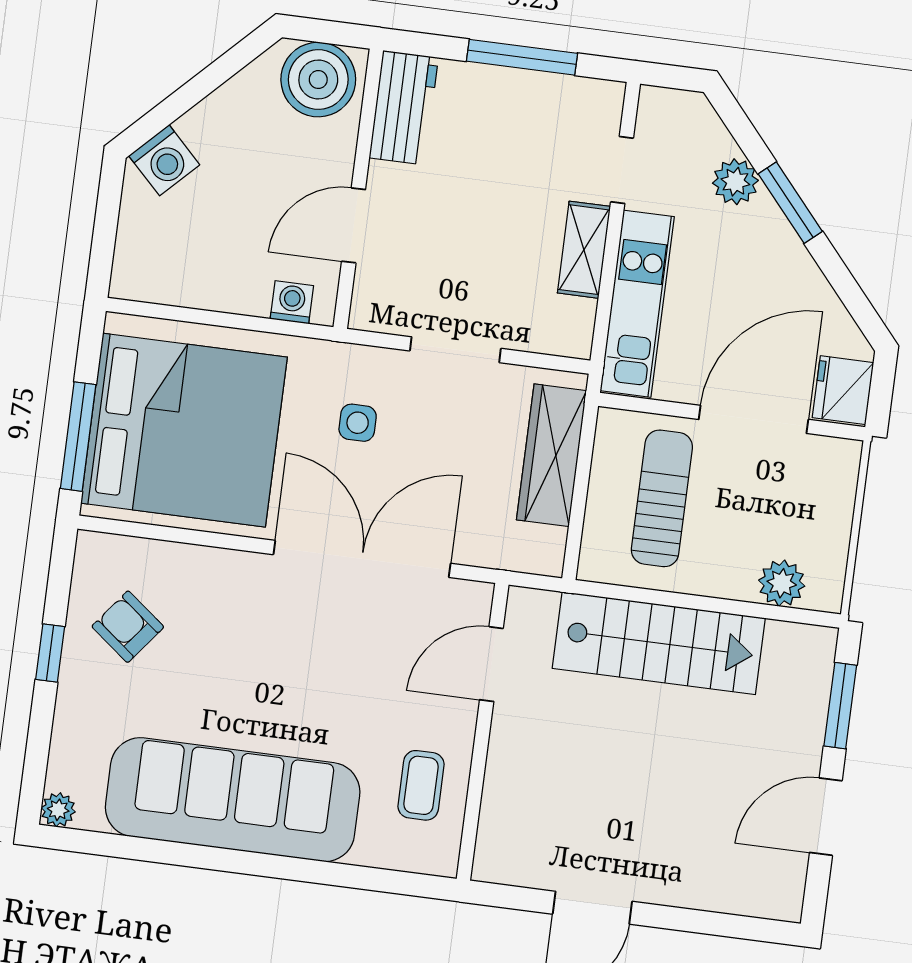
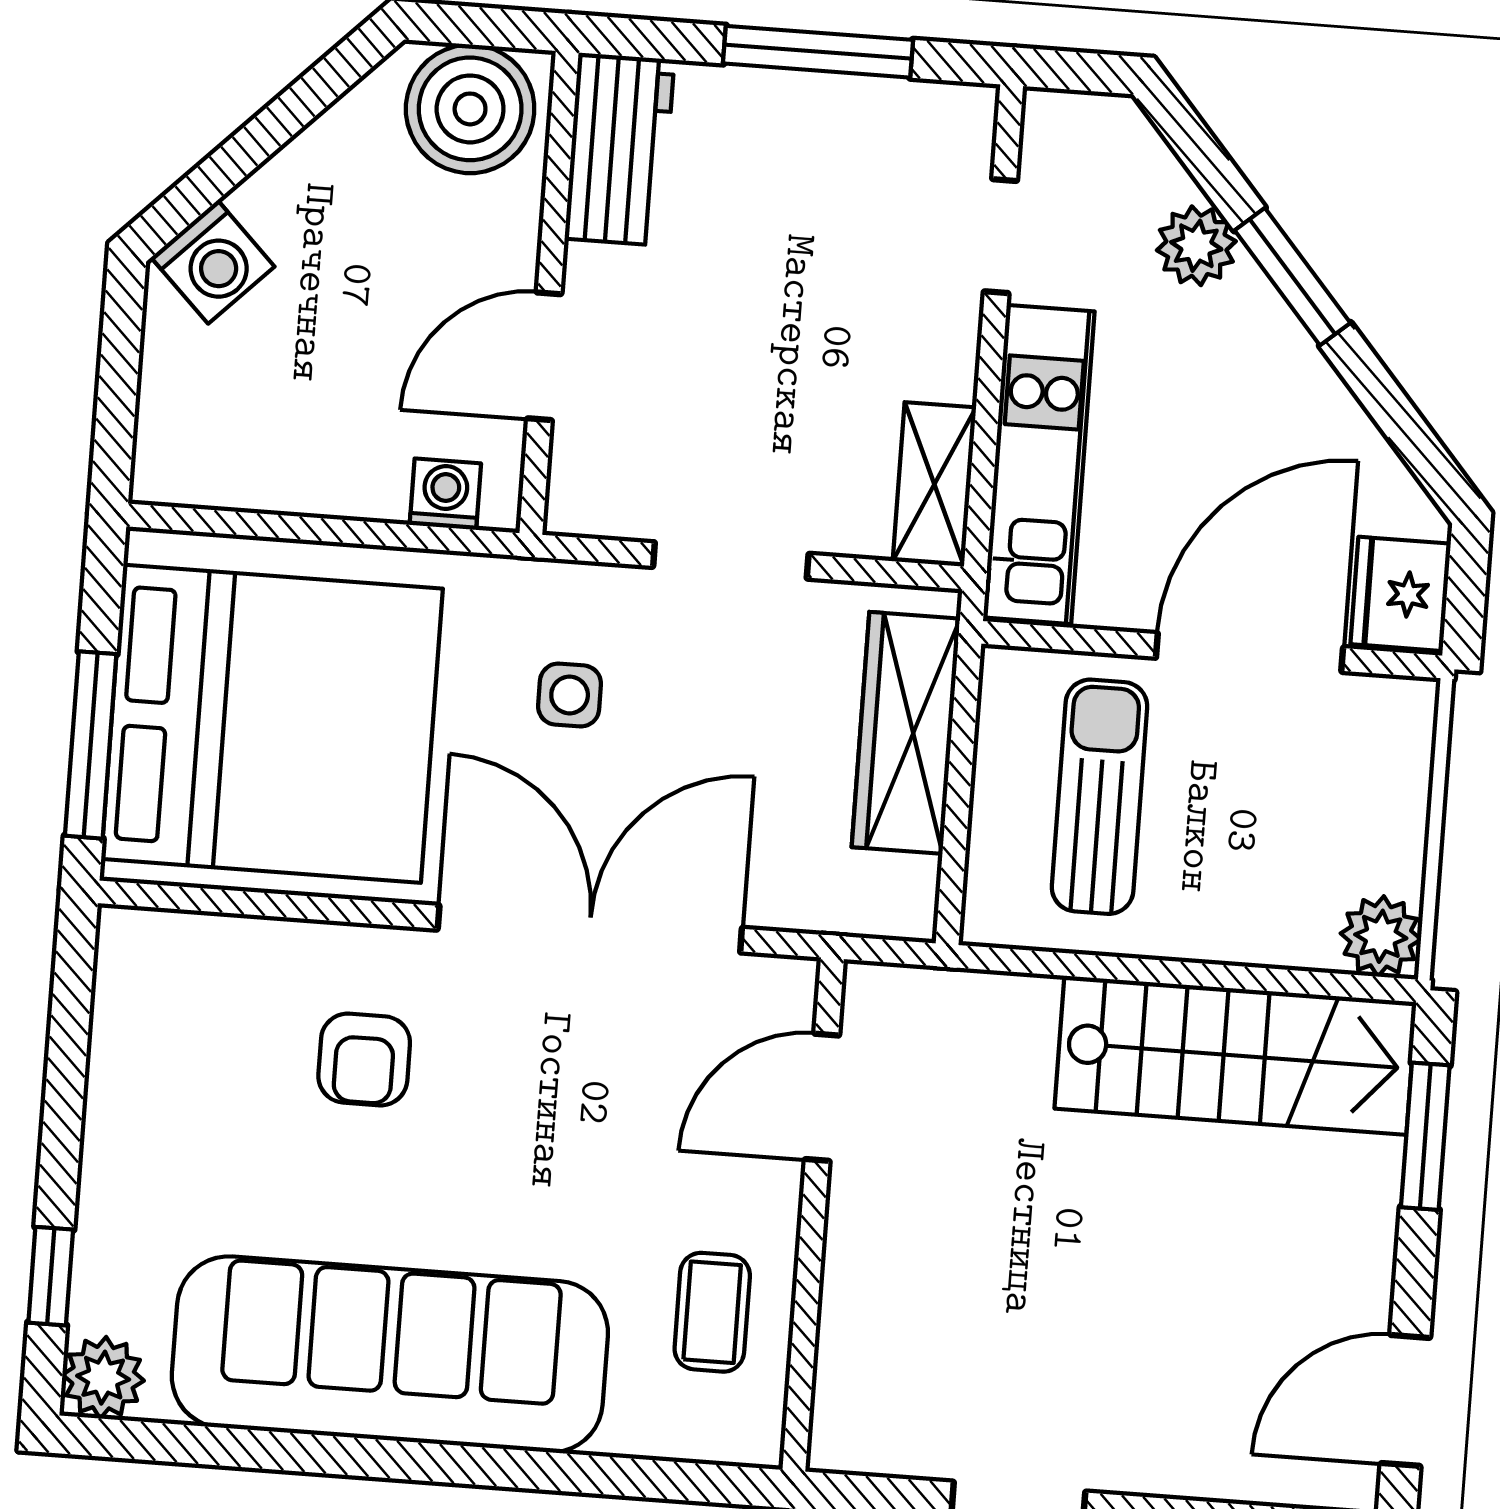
shelving: (584, 250) -> (934, 484), moved
plant: (782, 583) -> (1381, 936), moved
armchair: (128, 627) -> (364, 1059), moved, turned -128
stairs: (659, 643) -> (1235, 1055), moved
window: (50, 653) -> (51, 1276), moved
plant: (58, 810) -> (103, 1378), width x1.38, depth x1.38
door: (826, 817) -> (1405, 1400), moved

